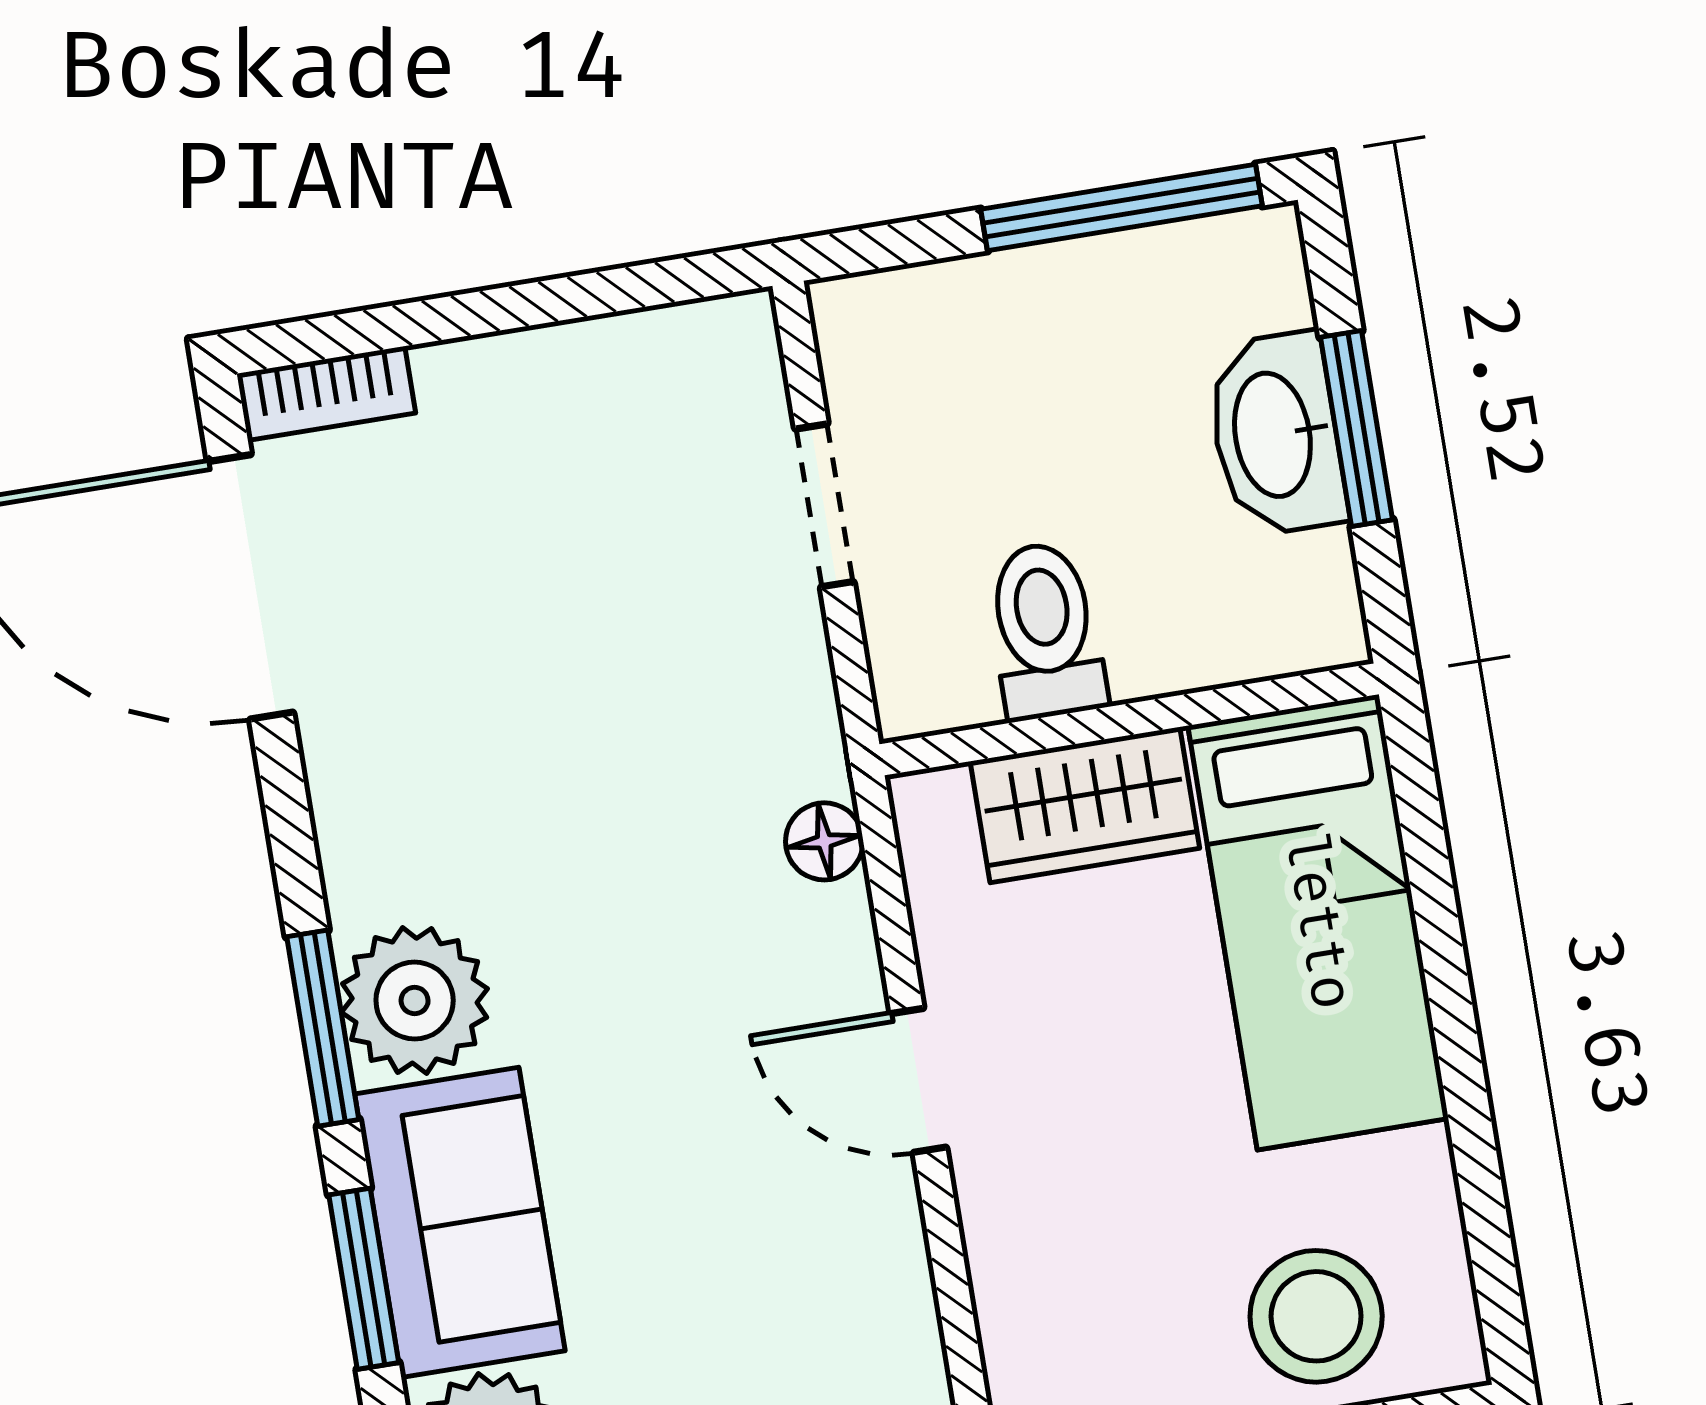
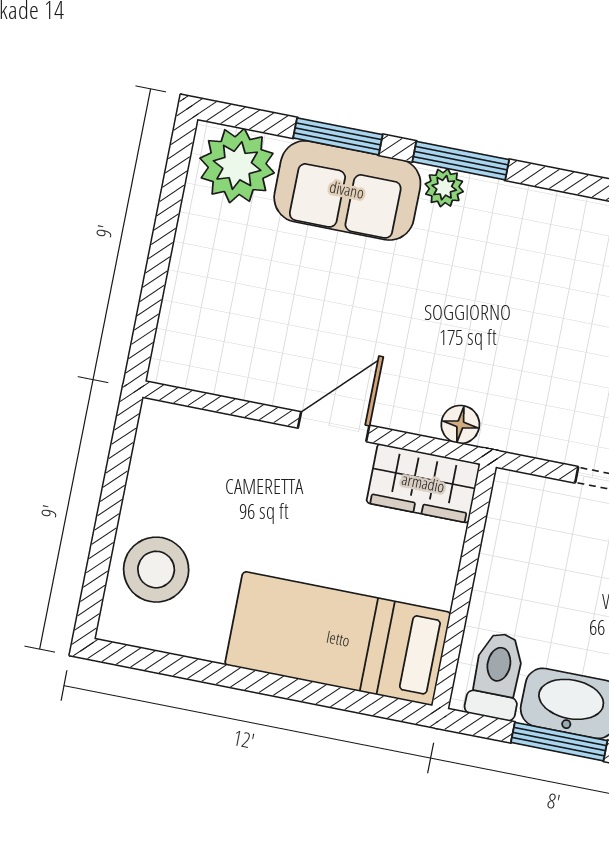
toilet: (1045, 631) -> (497, 676), moved, turned -90
wardrobe: (1085, 805) -> (423, 483), moved, turned -90
plant: (415, 1001) -> (444, 188), width x0.53, depth x0.53

